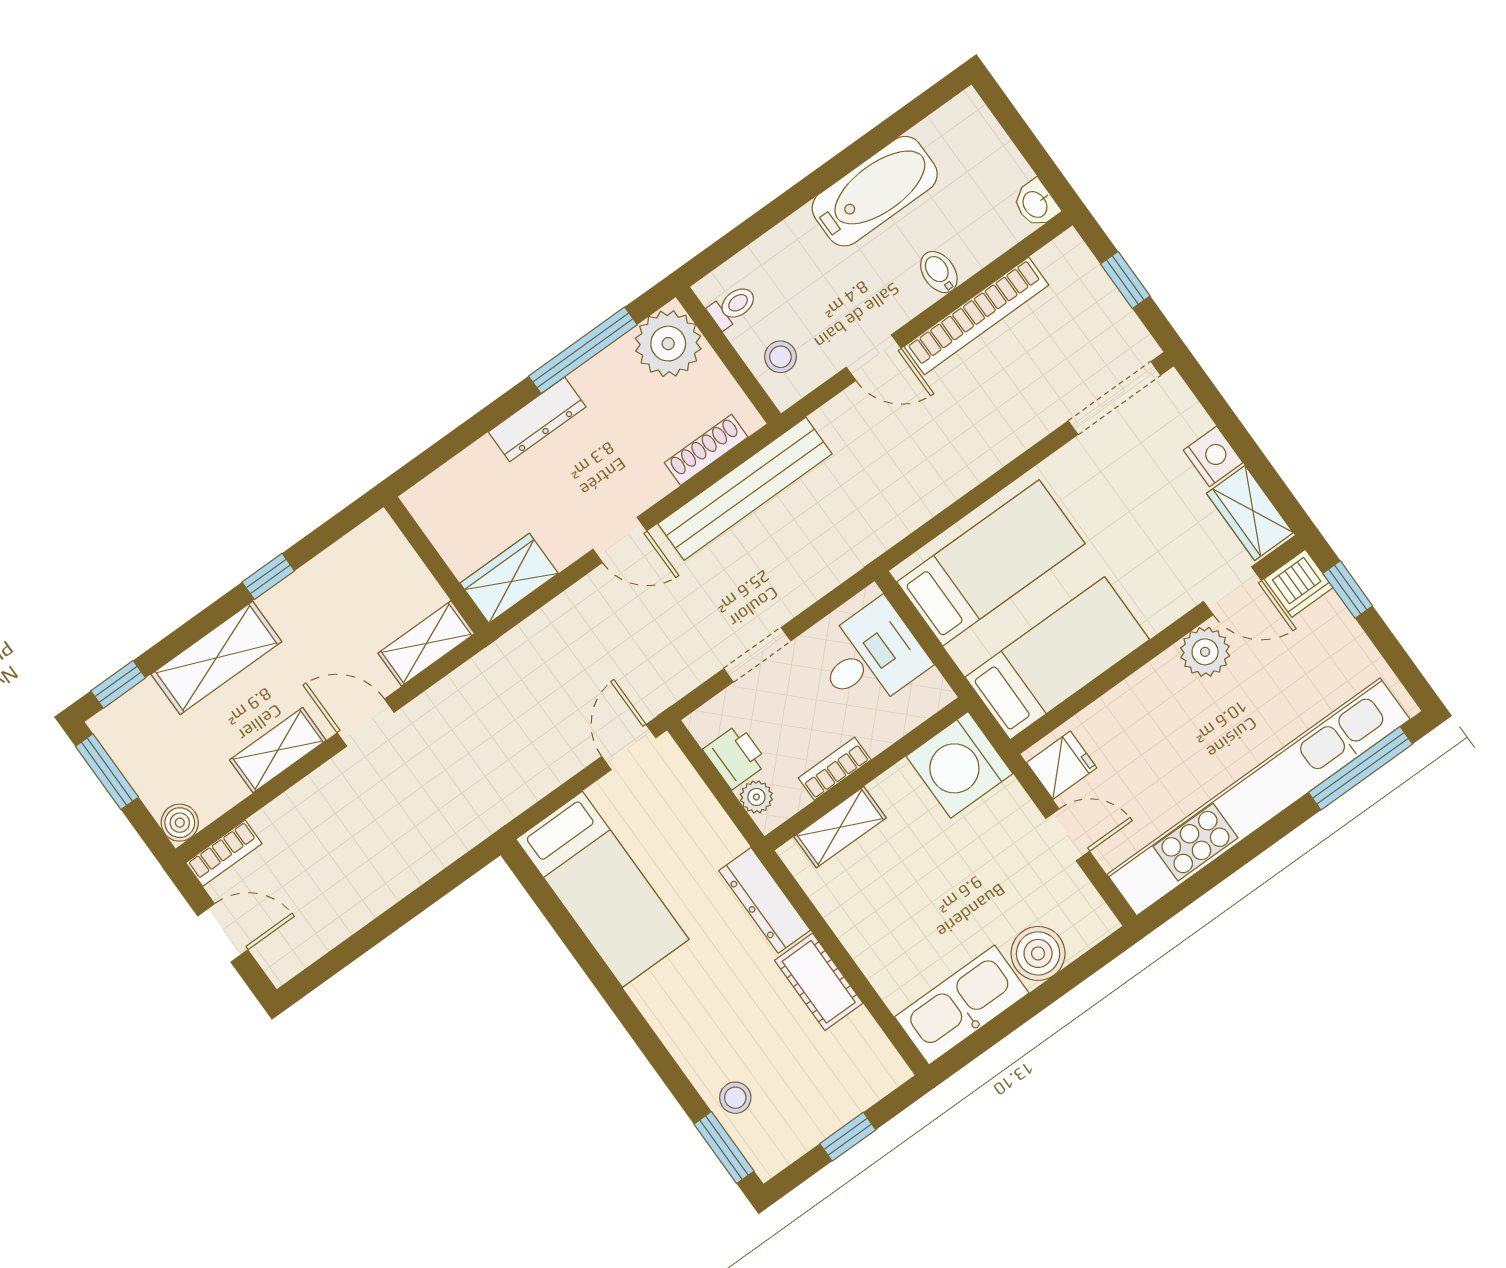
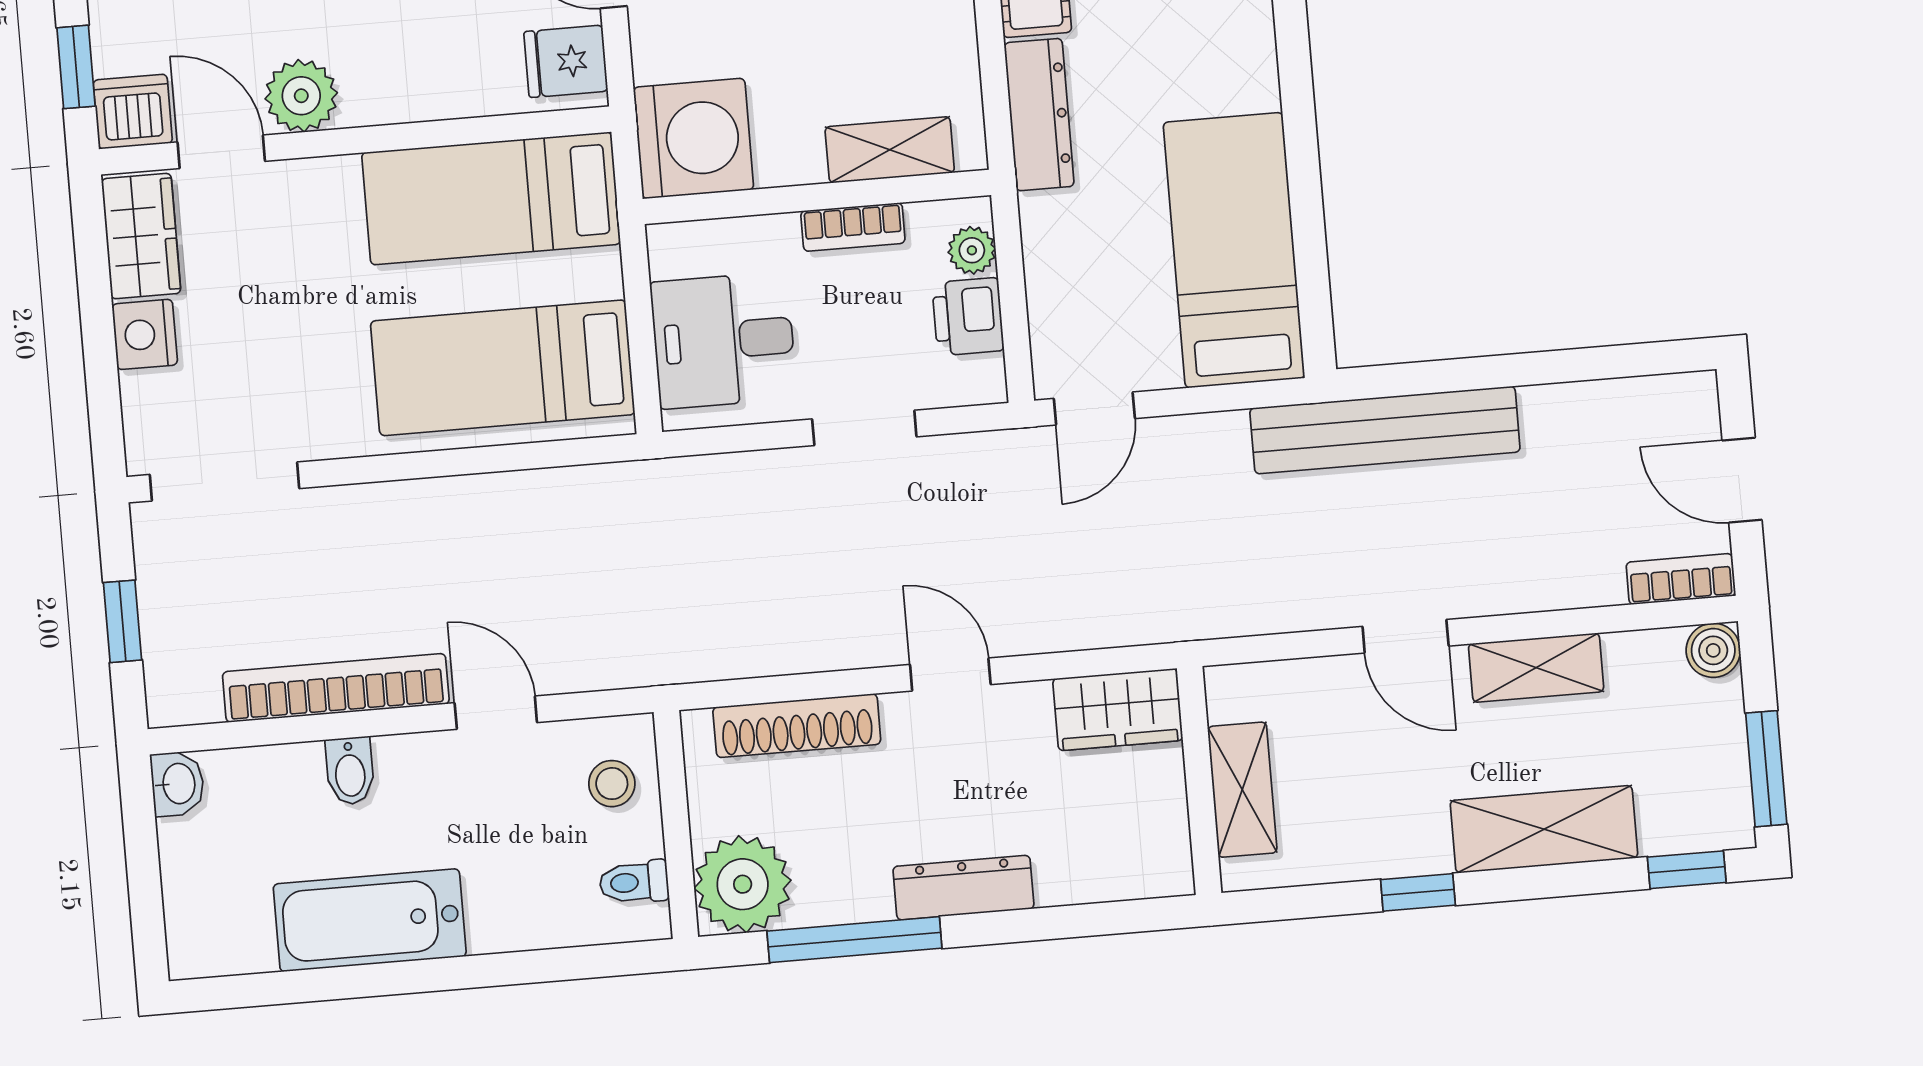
shoe rack: (706, 450) -> (797, 726), width x1.36, depth x1.24
bench: (745, 489) -> (1385, 430), moved
shelving: (426, 643) -> (1242, 790), moved, turned 90

